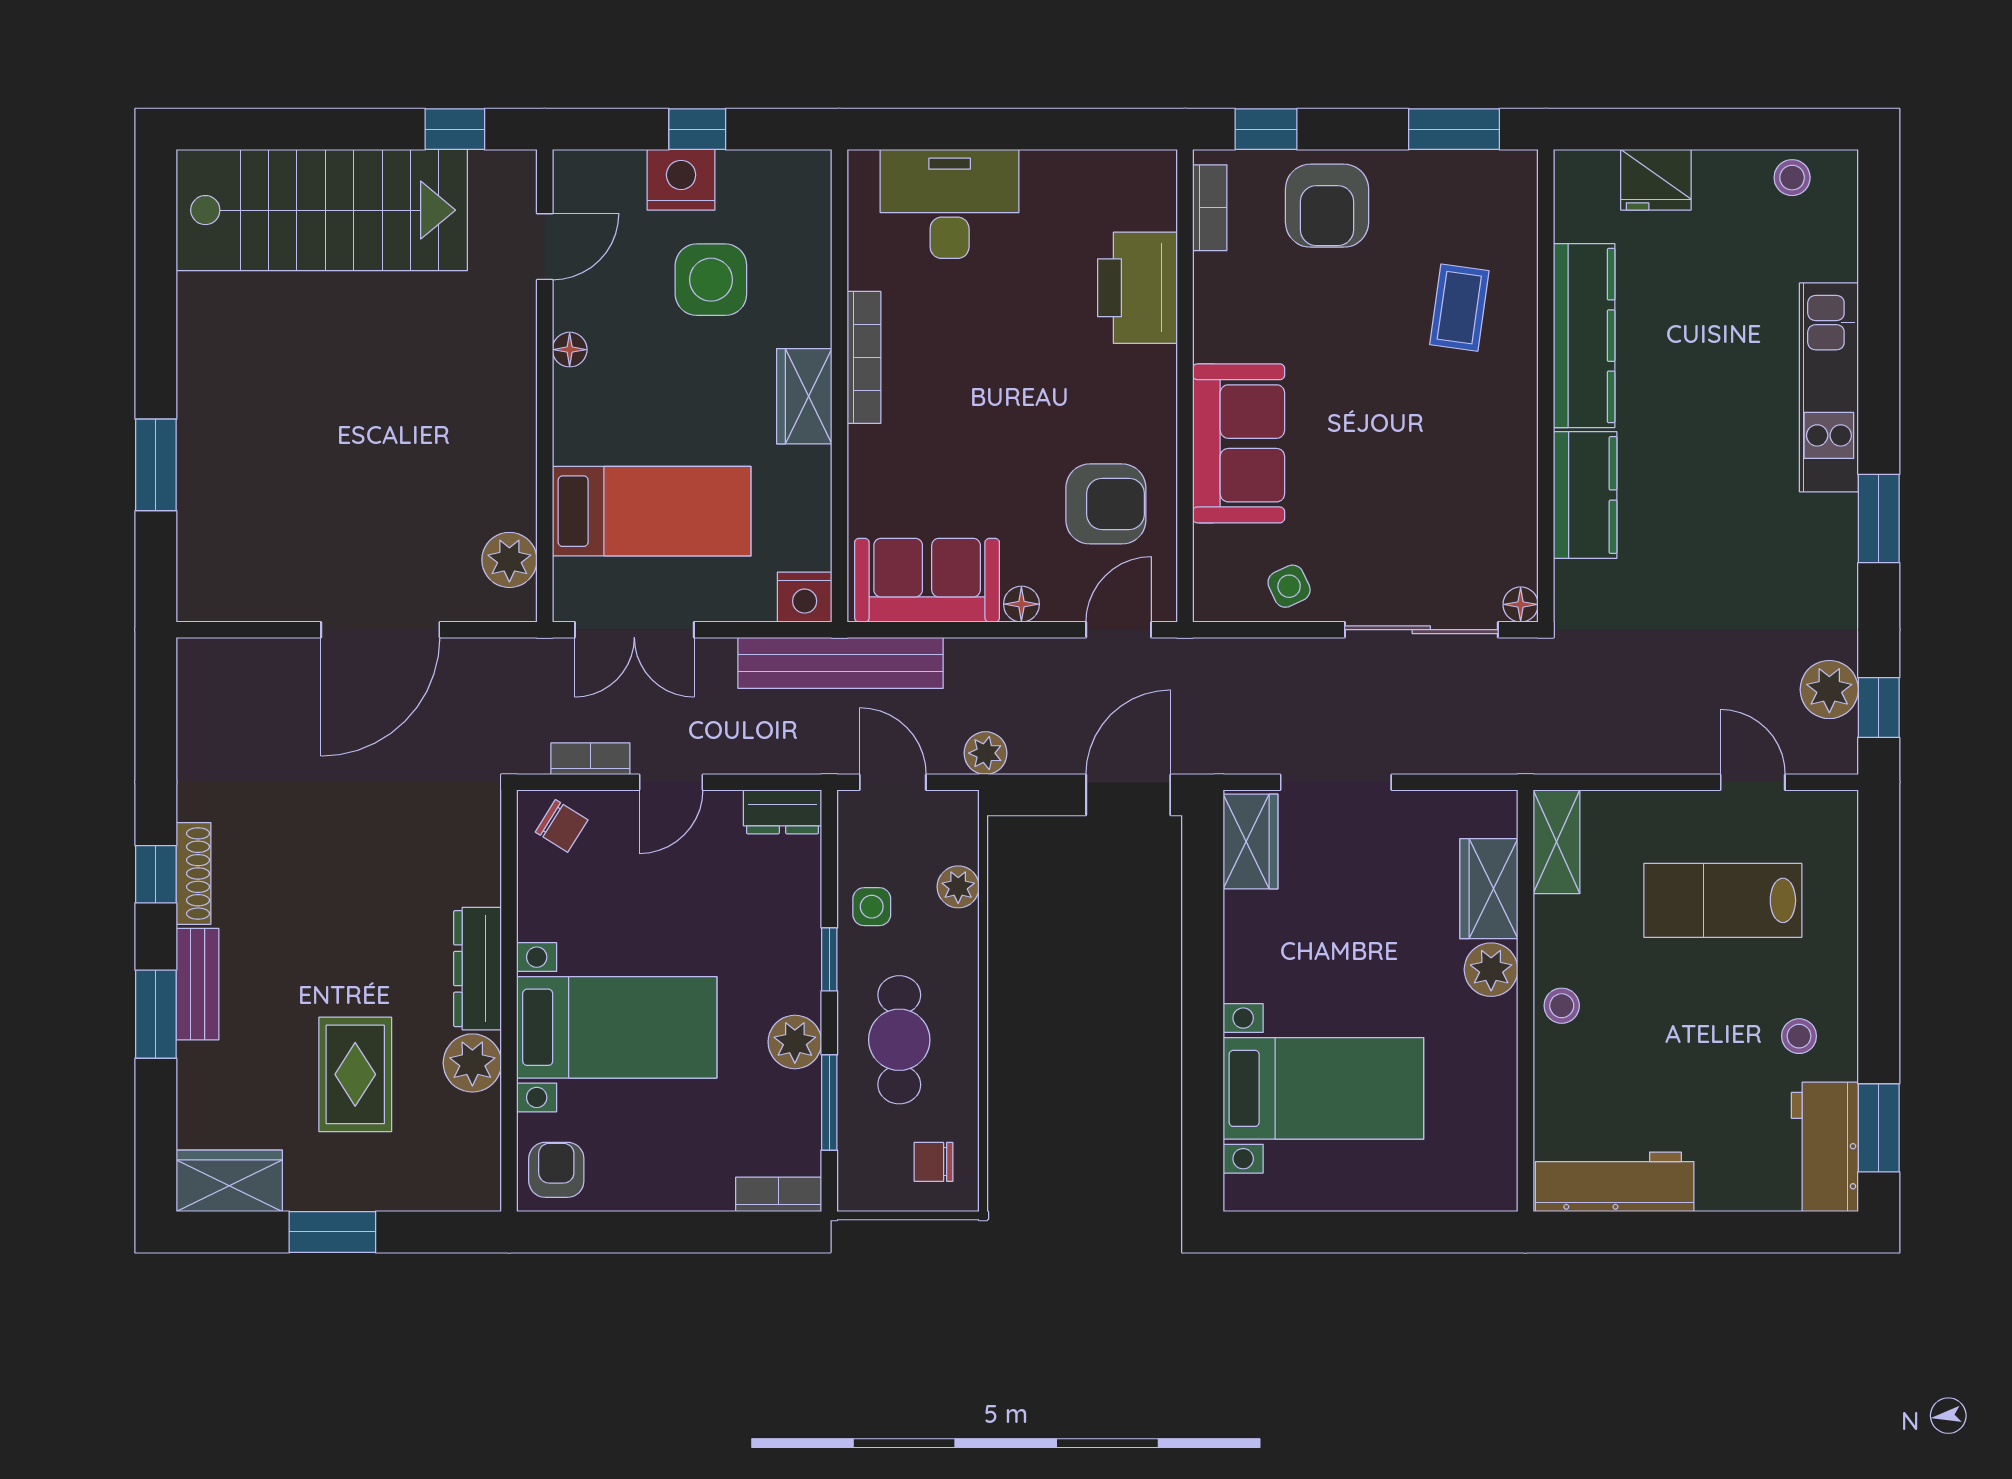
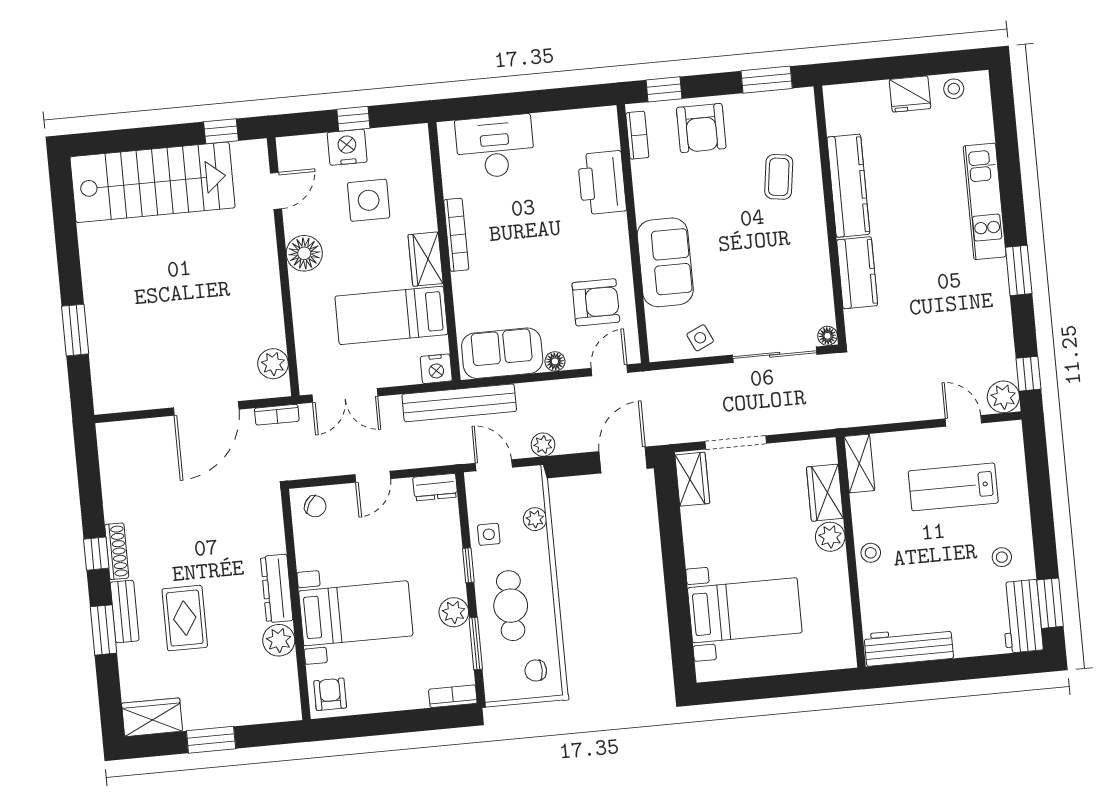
fridge: (1656, 180) -> (910, 94), moved
floor lamp: (570, 350) -> (304, 253), width x1.89, depth x1.89
bed: (652, 511) -> (391, 315), moved, turned 180
plant: (1829, 690) -> (1003, 397), moved
bookcase: (590, 759) -> (277, 415), moved, turned 180
rug: (355, 1074) -> (185, 618), moved

